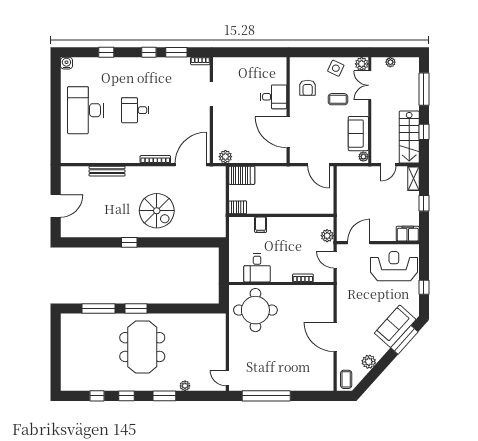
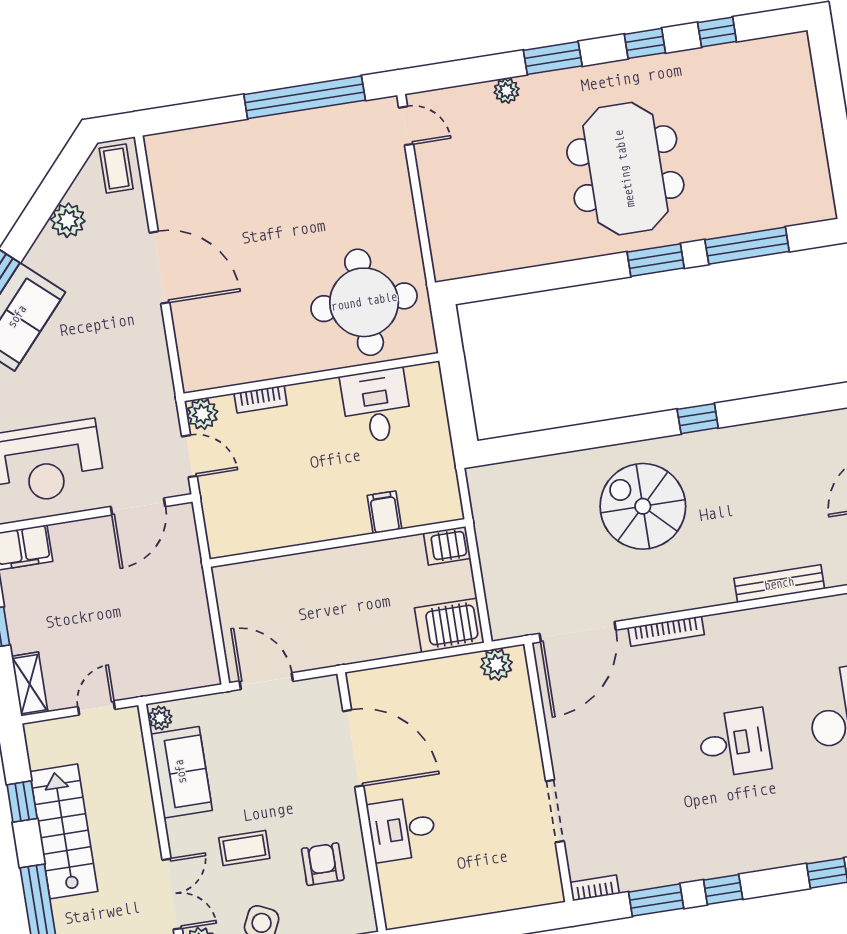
stairs: (409, 137) -> (64, 831), moved
plant: (327, 236) -> (202, 414), moved

